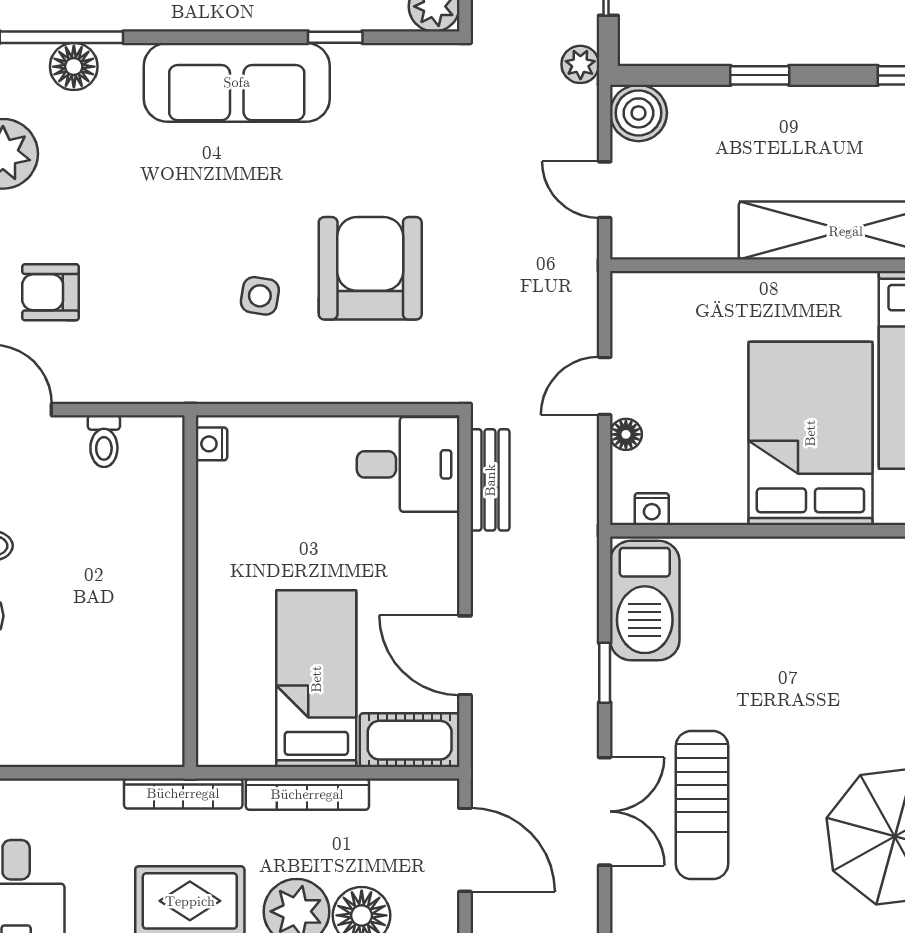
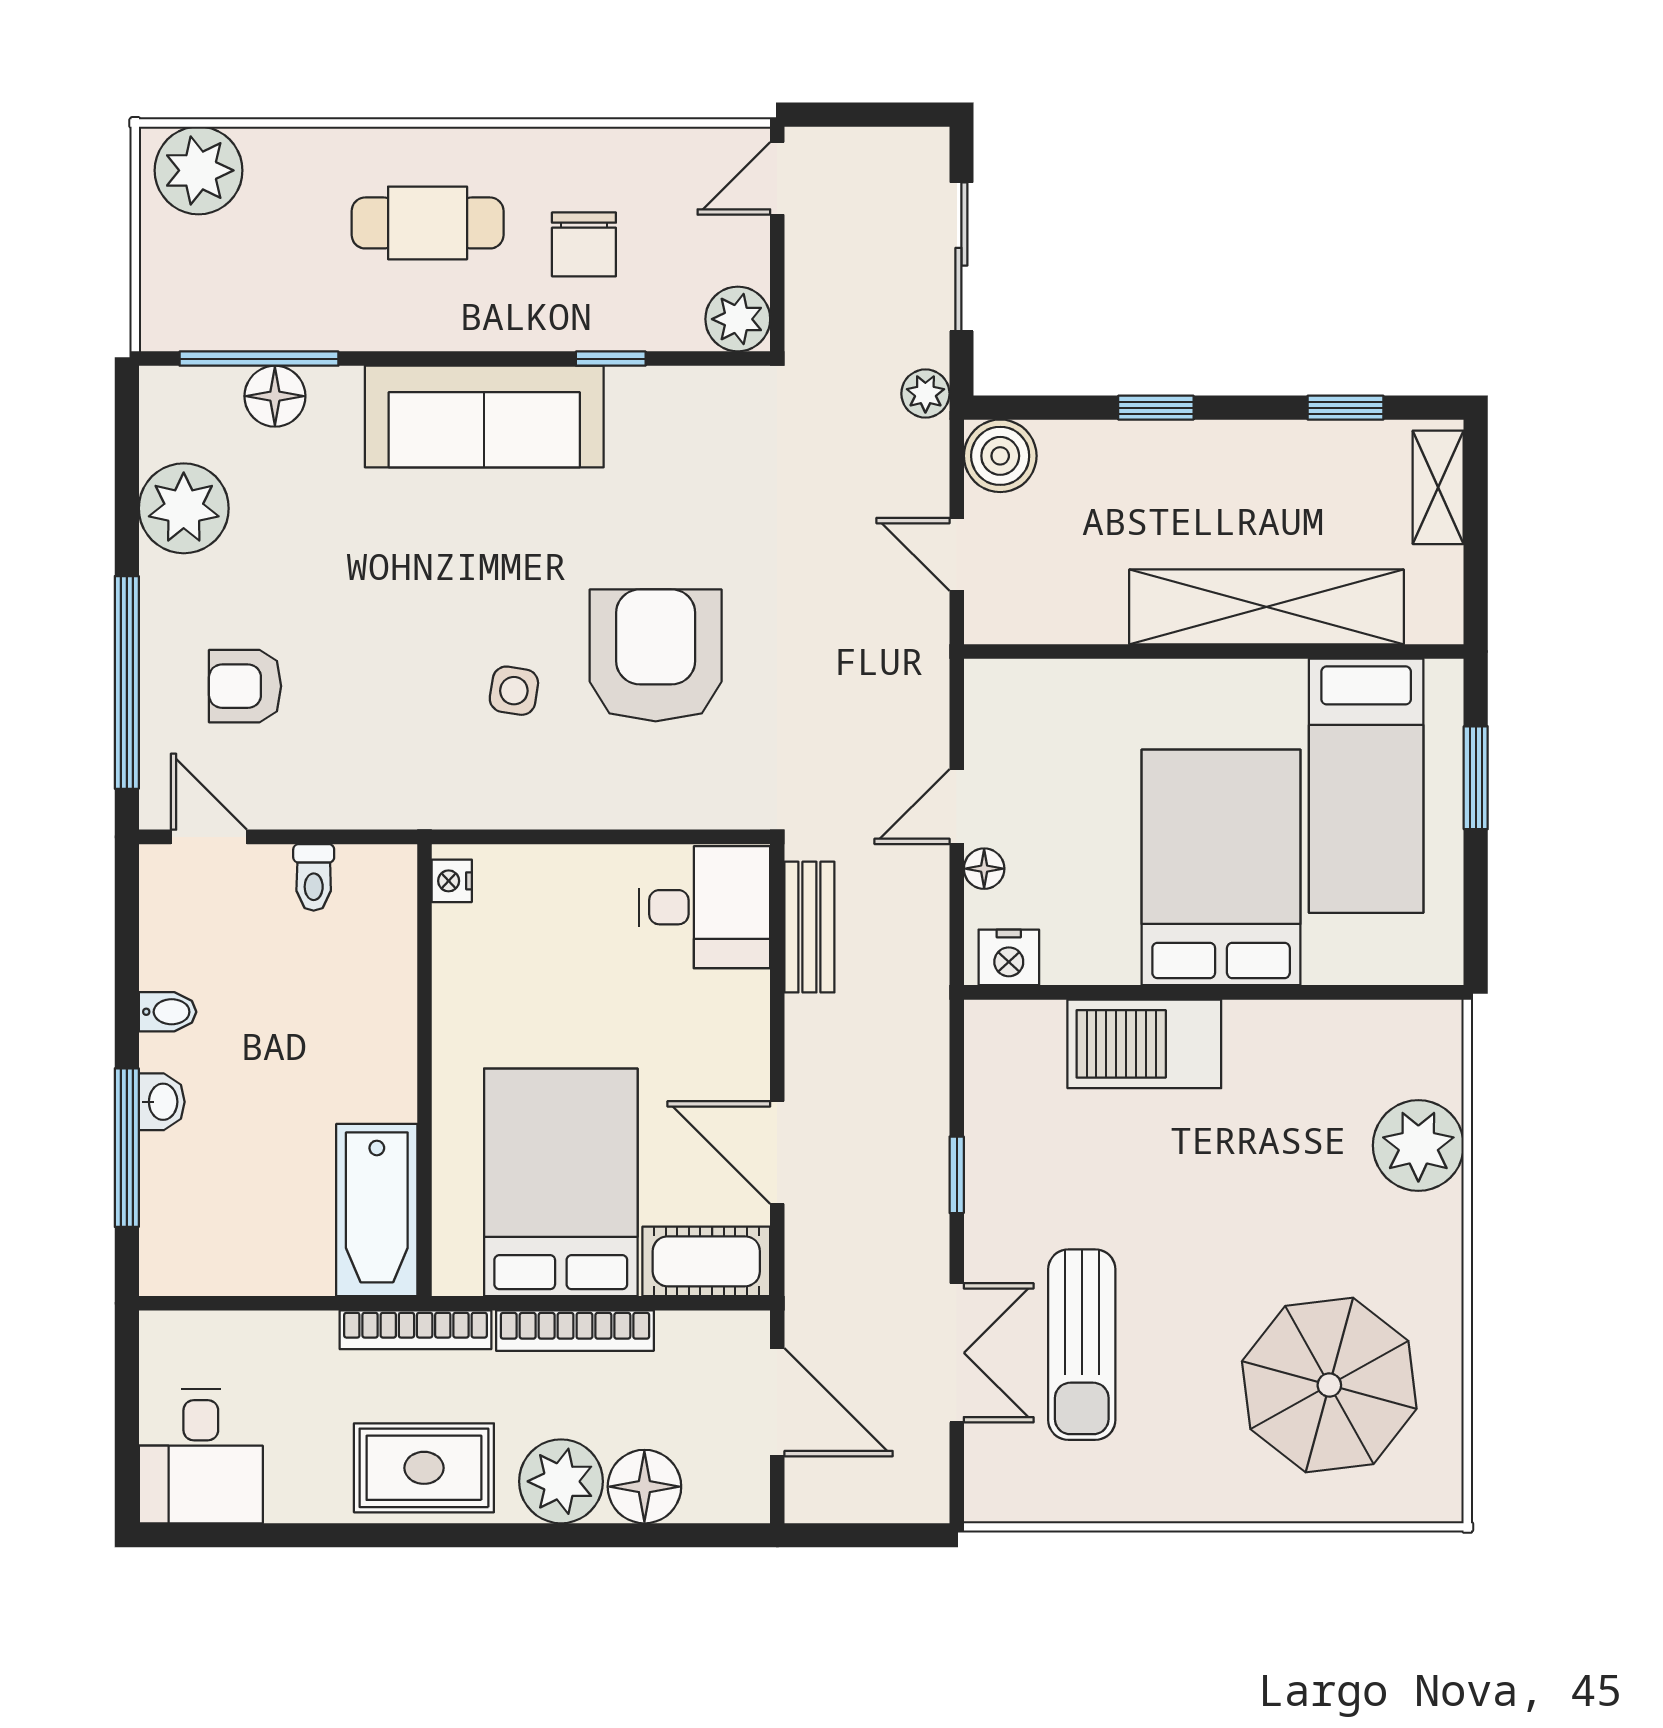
nightstand: (652, 509) -> (1009, 957), width x1.39, depth x1.35
barbecue: (645, 600) -> (1144, 1044), moved, turned 90
bed: (316, 679) -> (561, 1182), width x1.50
bathtub: (153, 700) -> (377, 1210), added

